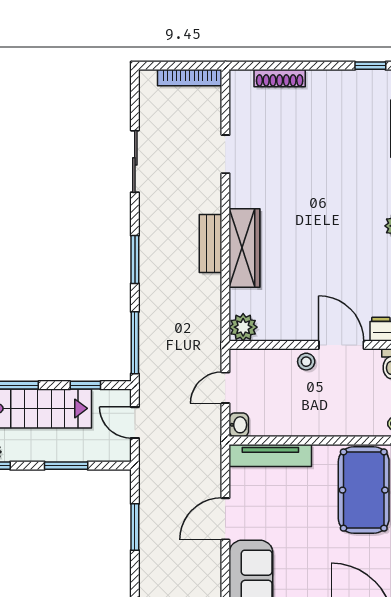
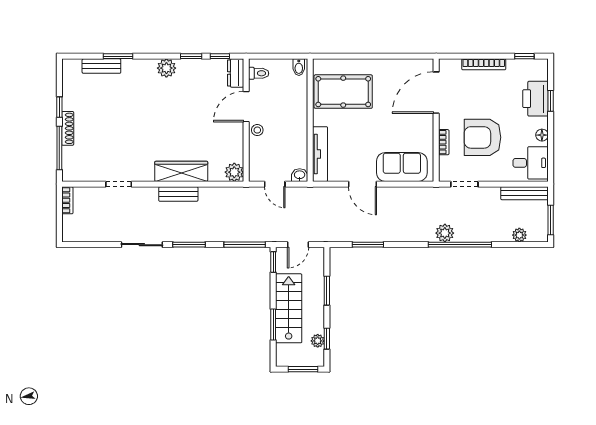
window: (279, 66) -> (59, 148), added
window: (370, 66) -> (59, 107), moved
bookcase: (190, 78) -> (67, 200), width x0.64
shoe rack: (280, 78) -> (68, 128), moved
sliding door: (135, 161) -> (142, 245), moved
window: (85, 385) -> (273, 262), moved

